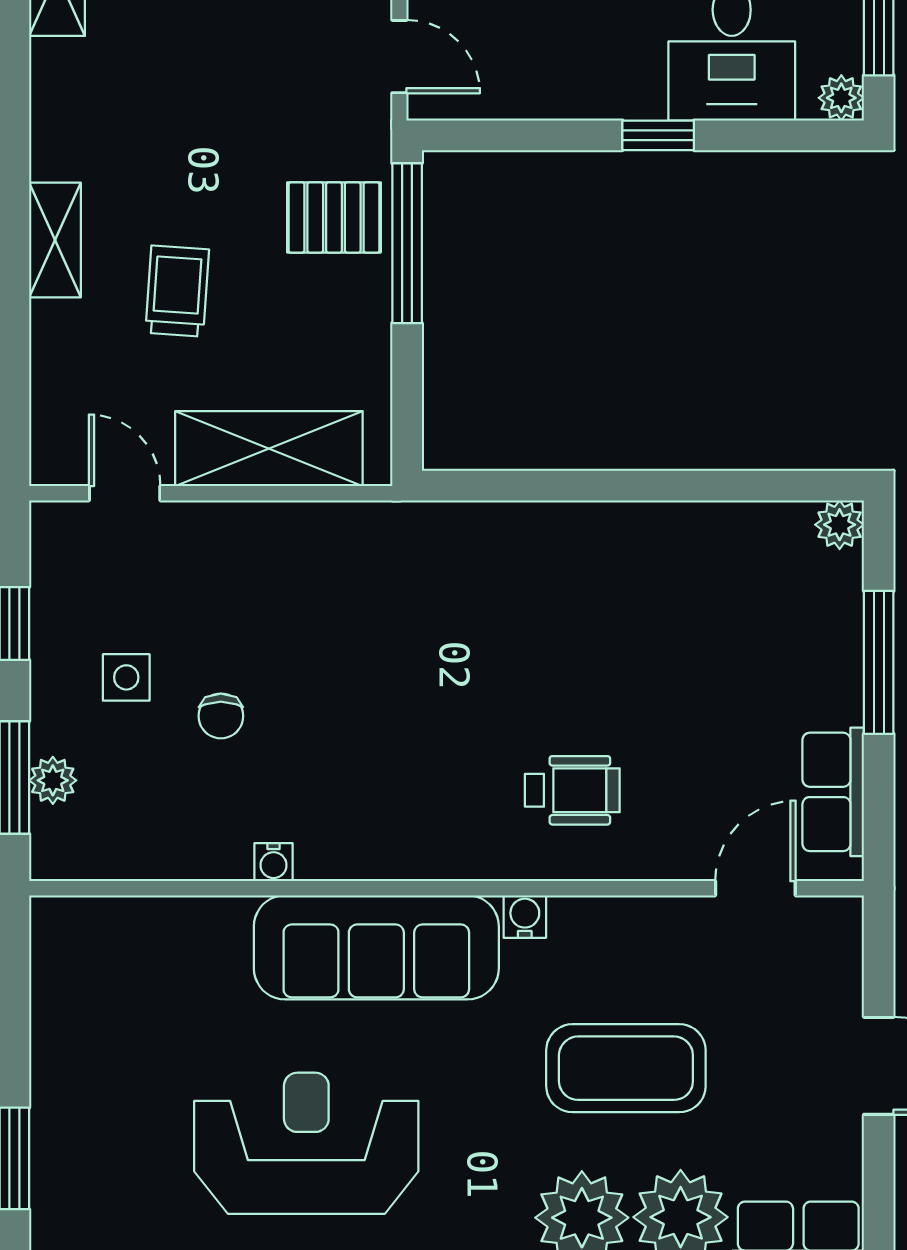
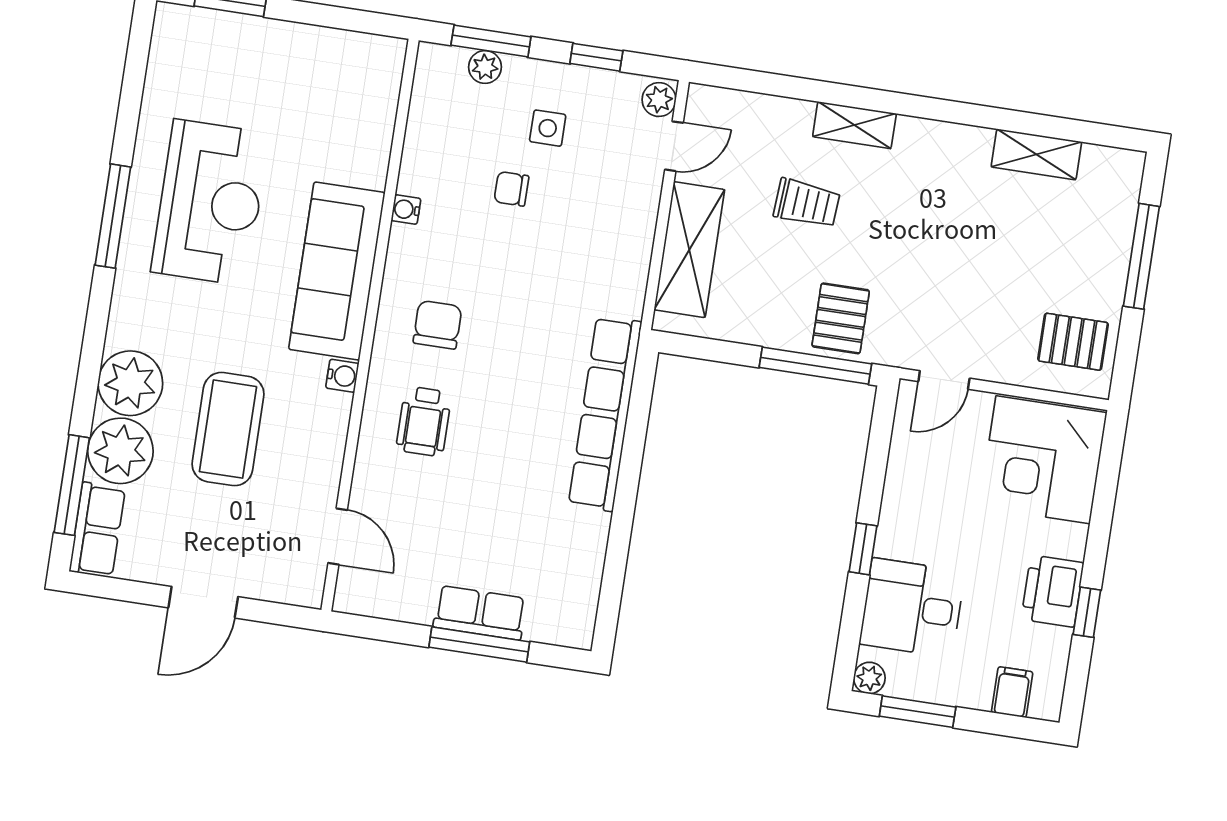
plant: (840, 525) -> (659, 100), moved
row of seats: (521, 533) -> (605, 414), added
chair: (431, 792) -> (438, 325), added
row of seats: (833, 792) -> (480, 613), moved

